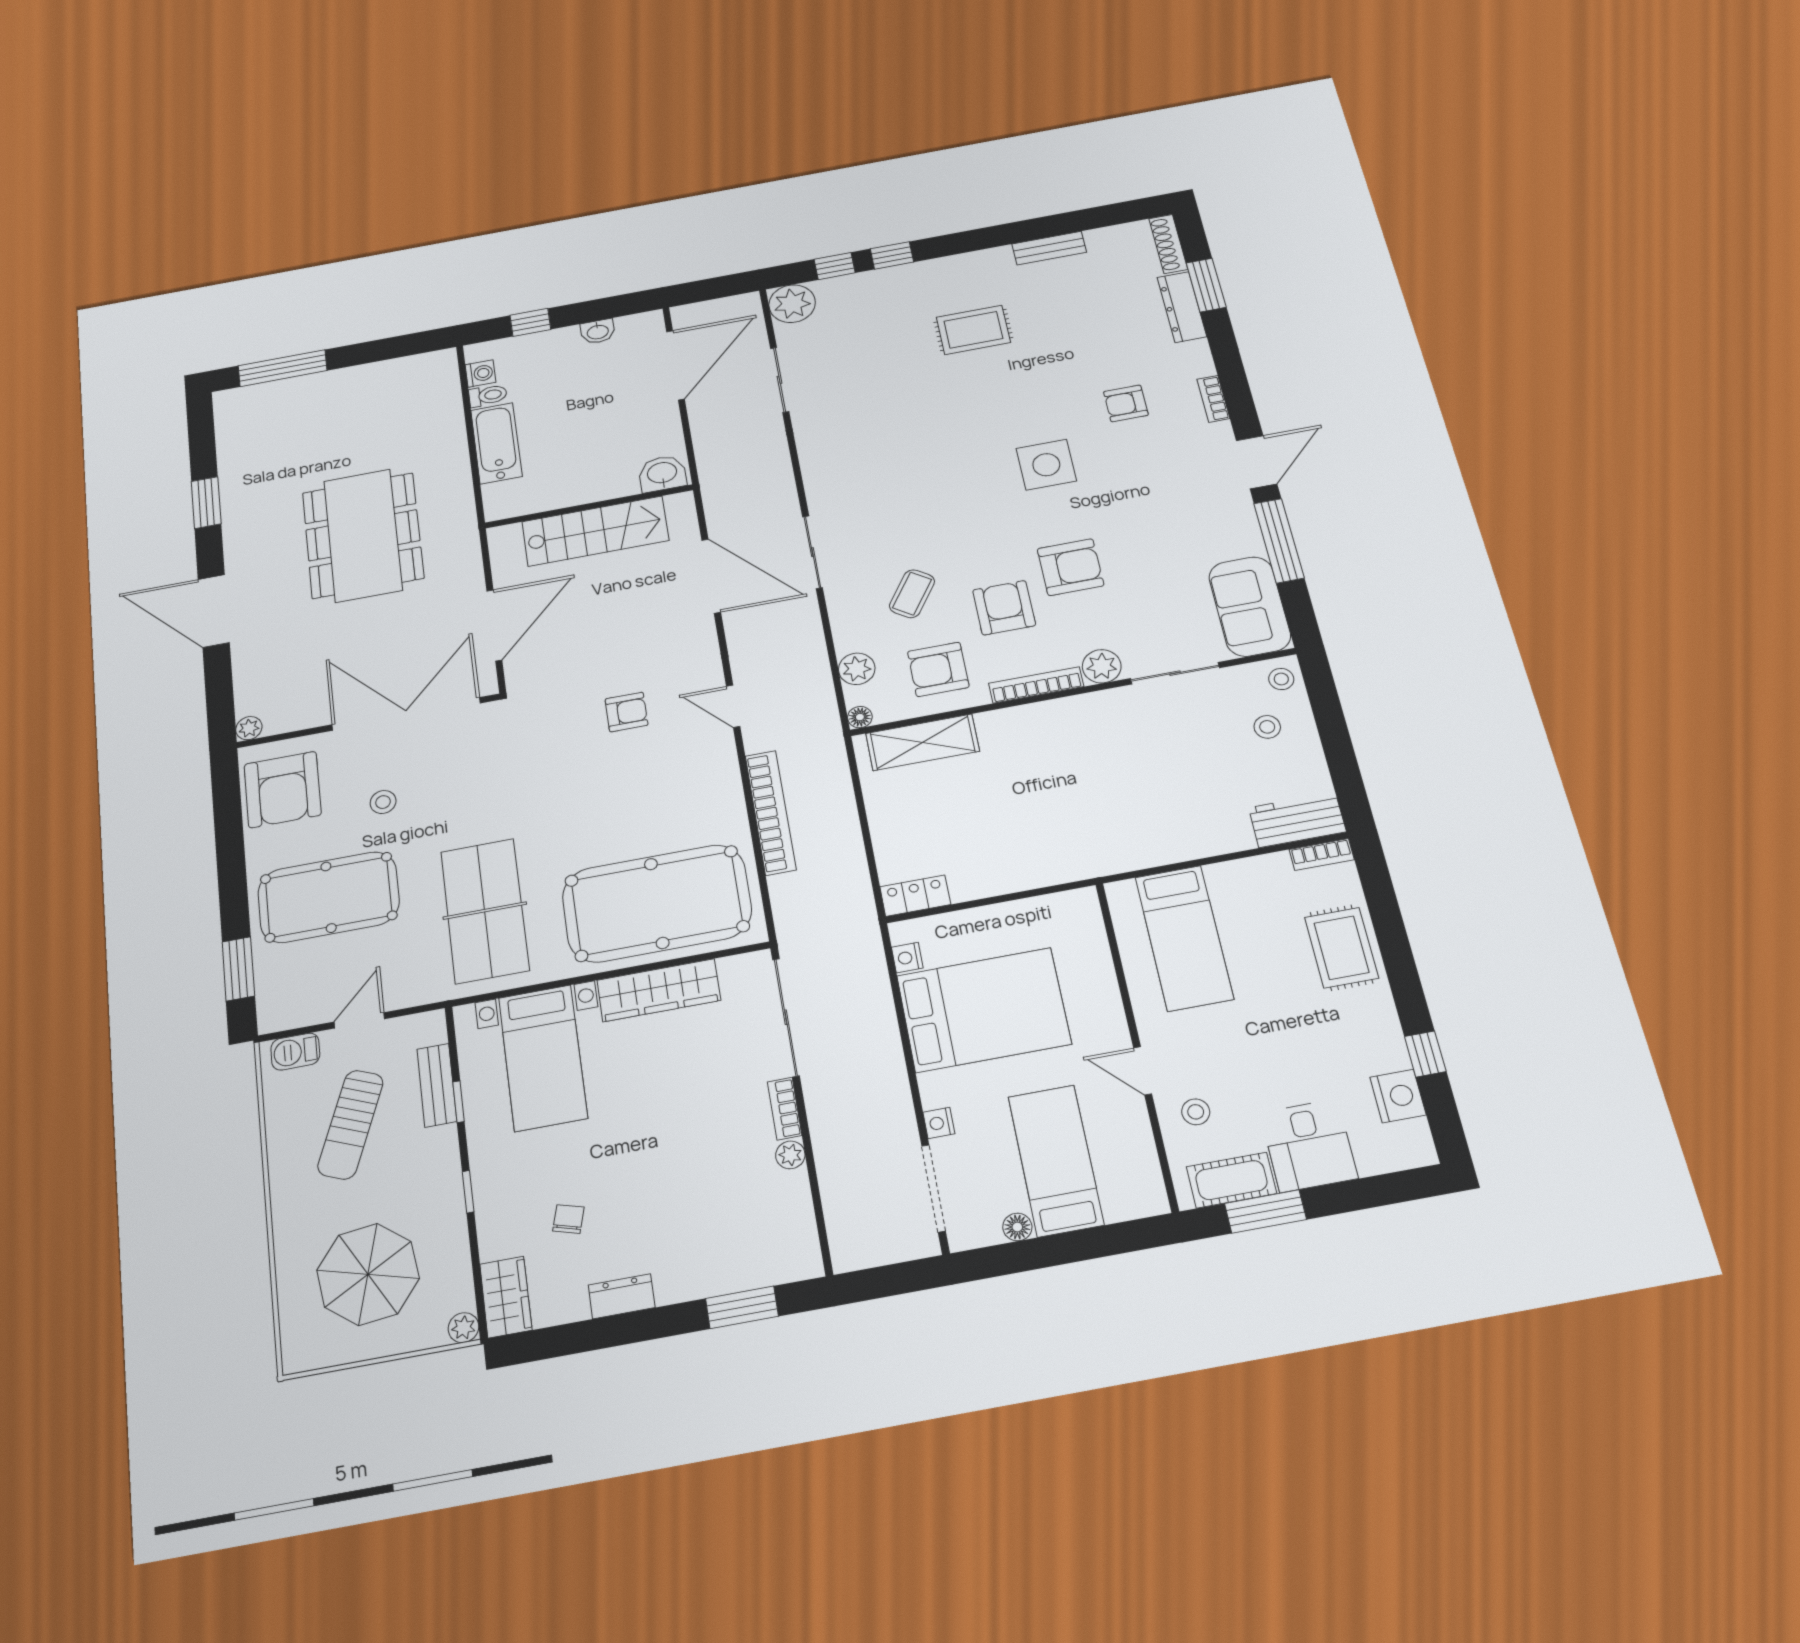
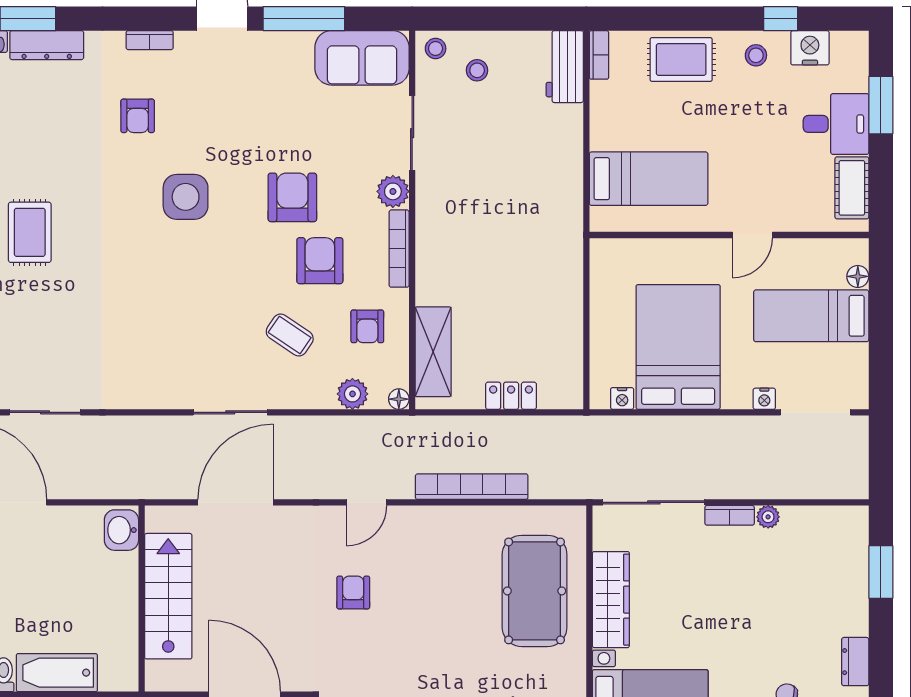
armchair: (1004, 608) -> (320, 261), turned 90
armchair: (938, 669) -> (367, 326), width x0.72, depth x0.72
locker: (915, 896) -> (511, 396), moved, turned 90
pool table: (657, 903) -> (535, 591), width x0.73, depth x0.76
stool: (1196, 1112) -> (756, 55), moved
window: (1265, 1211) -> (881, 105), moved
floor lamp: (1017, 1227) -> (858, 276), moved

